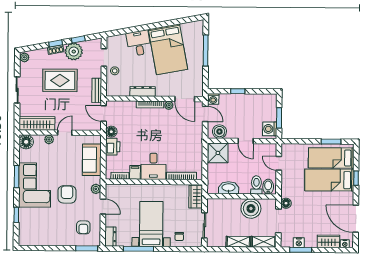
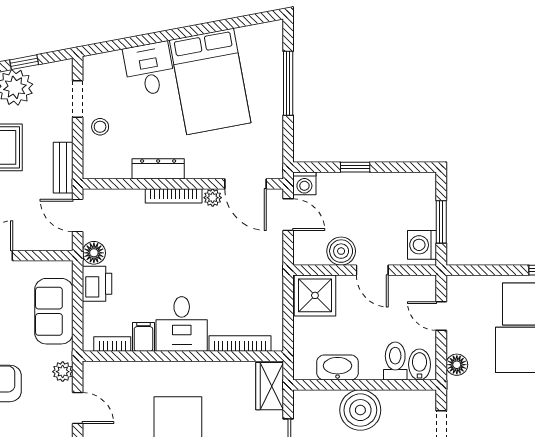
boiler: (219, 132) -> (341, 251), moved
floor lamp: (286, 203) -> (457, 365), moved
boiler: (251, 209) -> (360, 410), moved

